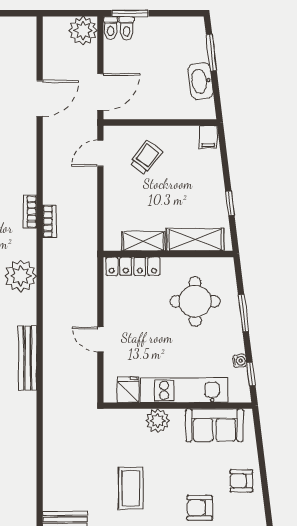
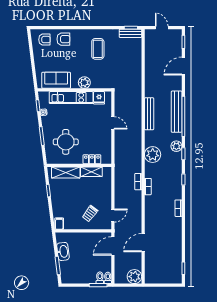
plant: (83, 31) -> (134, 277), moved
locker: (133, 266) -> (92, 159), width x0.66
armchair: (241, 481) -> (44, 40), moved

